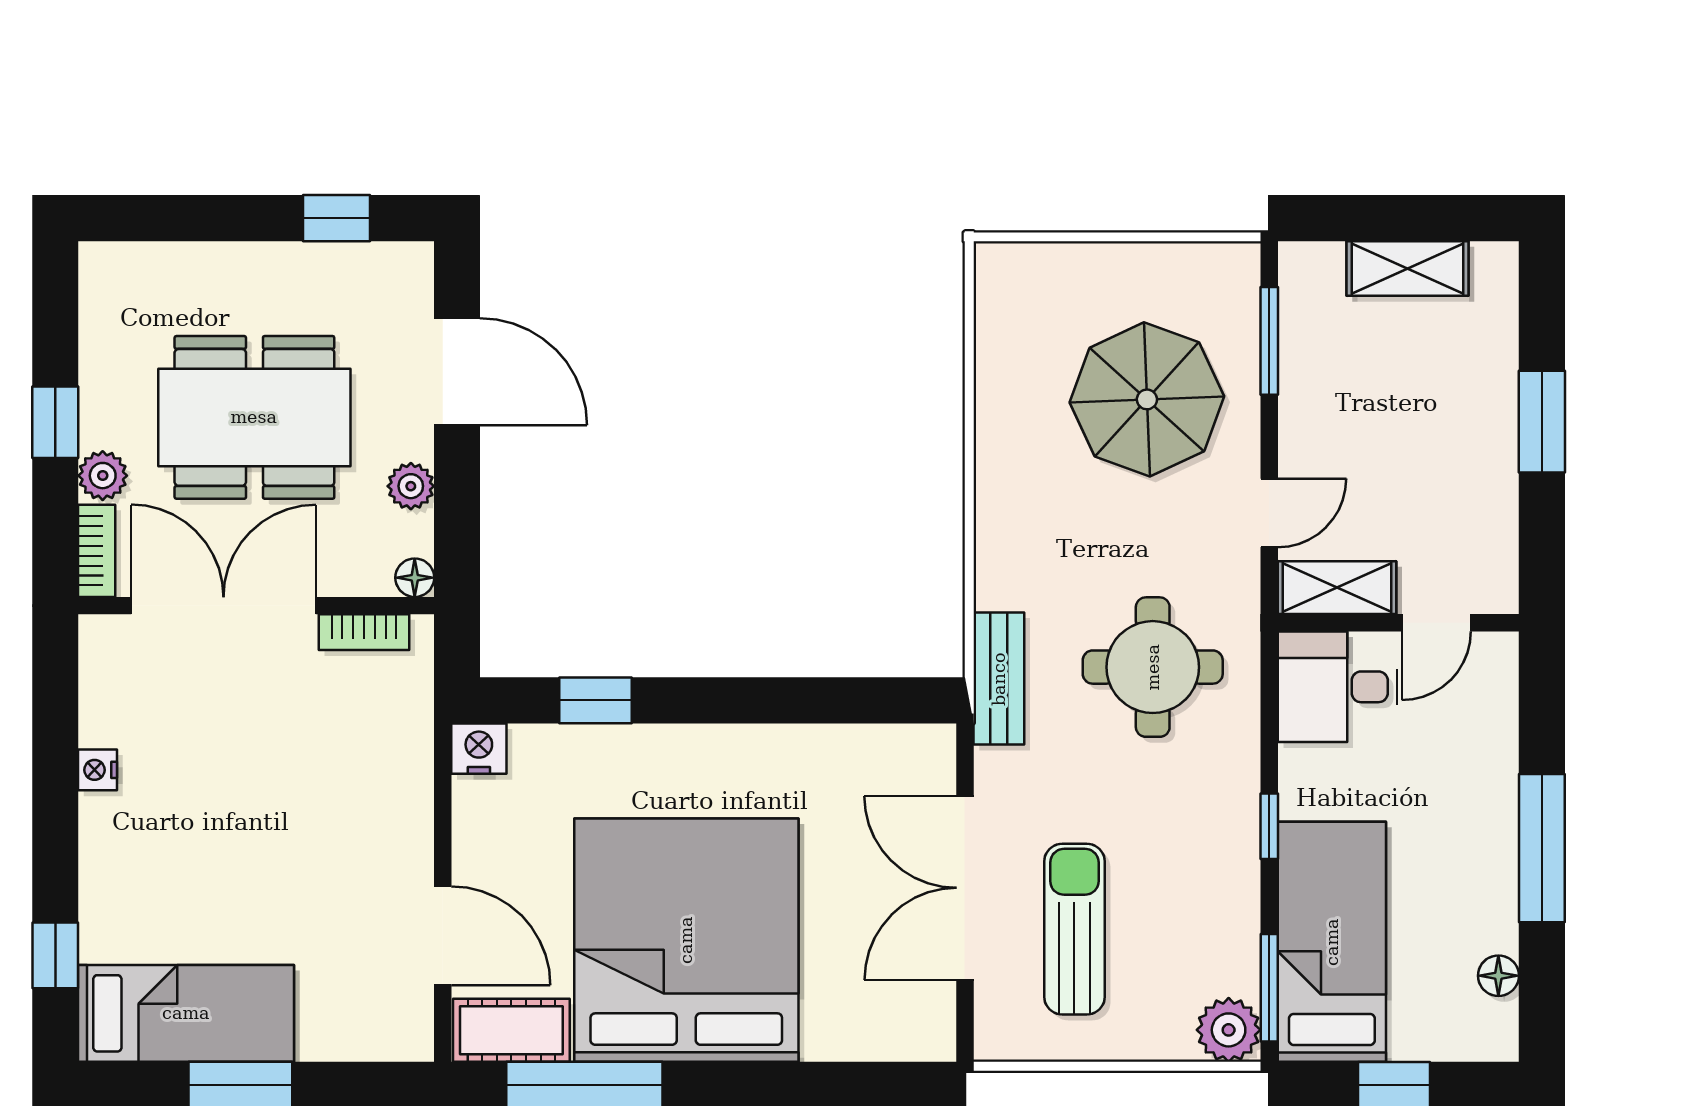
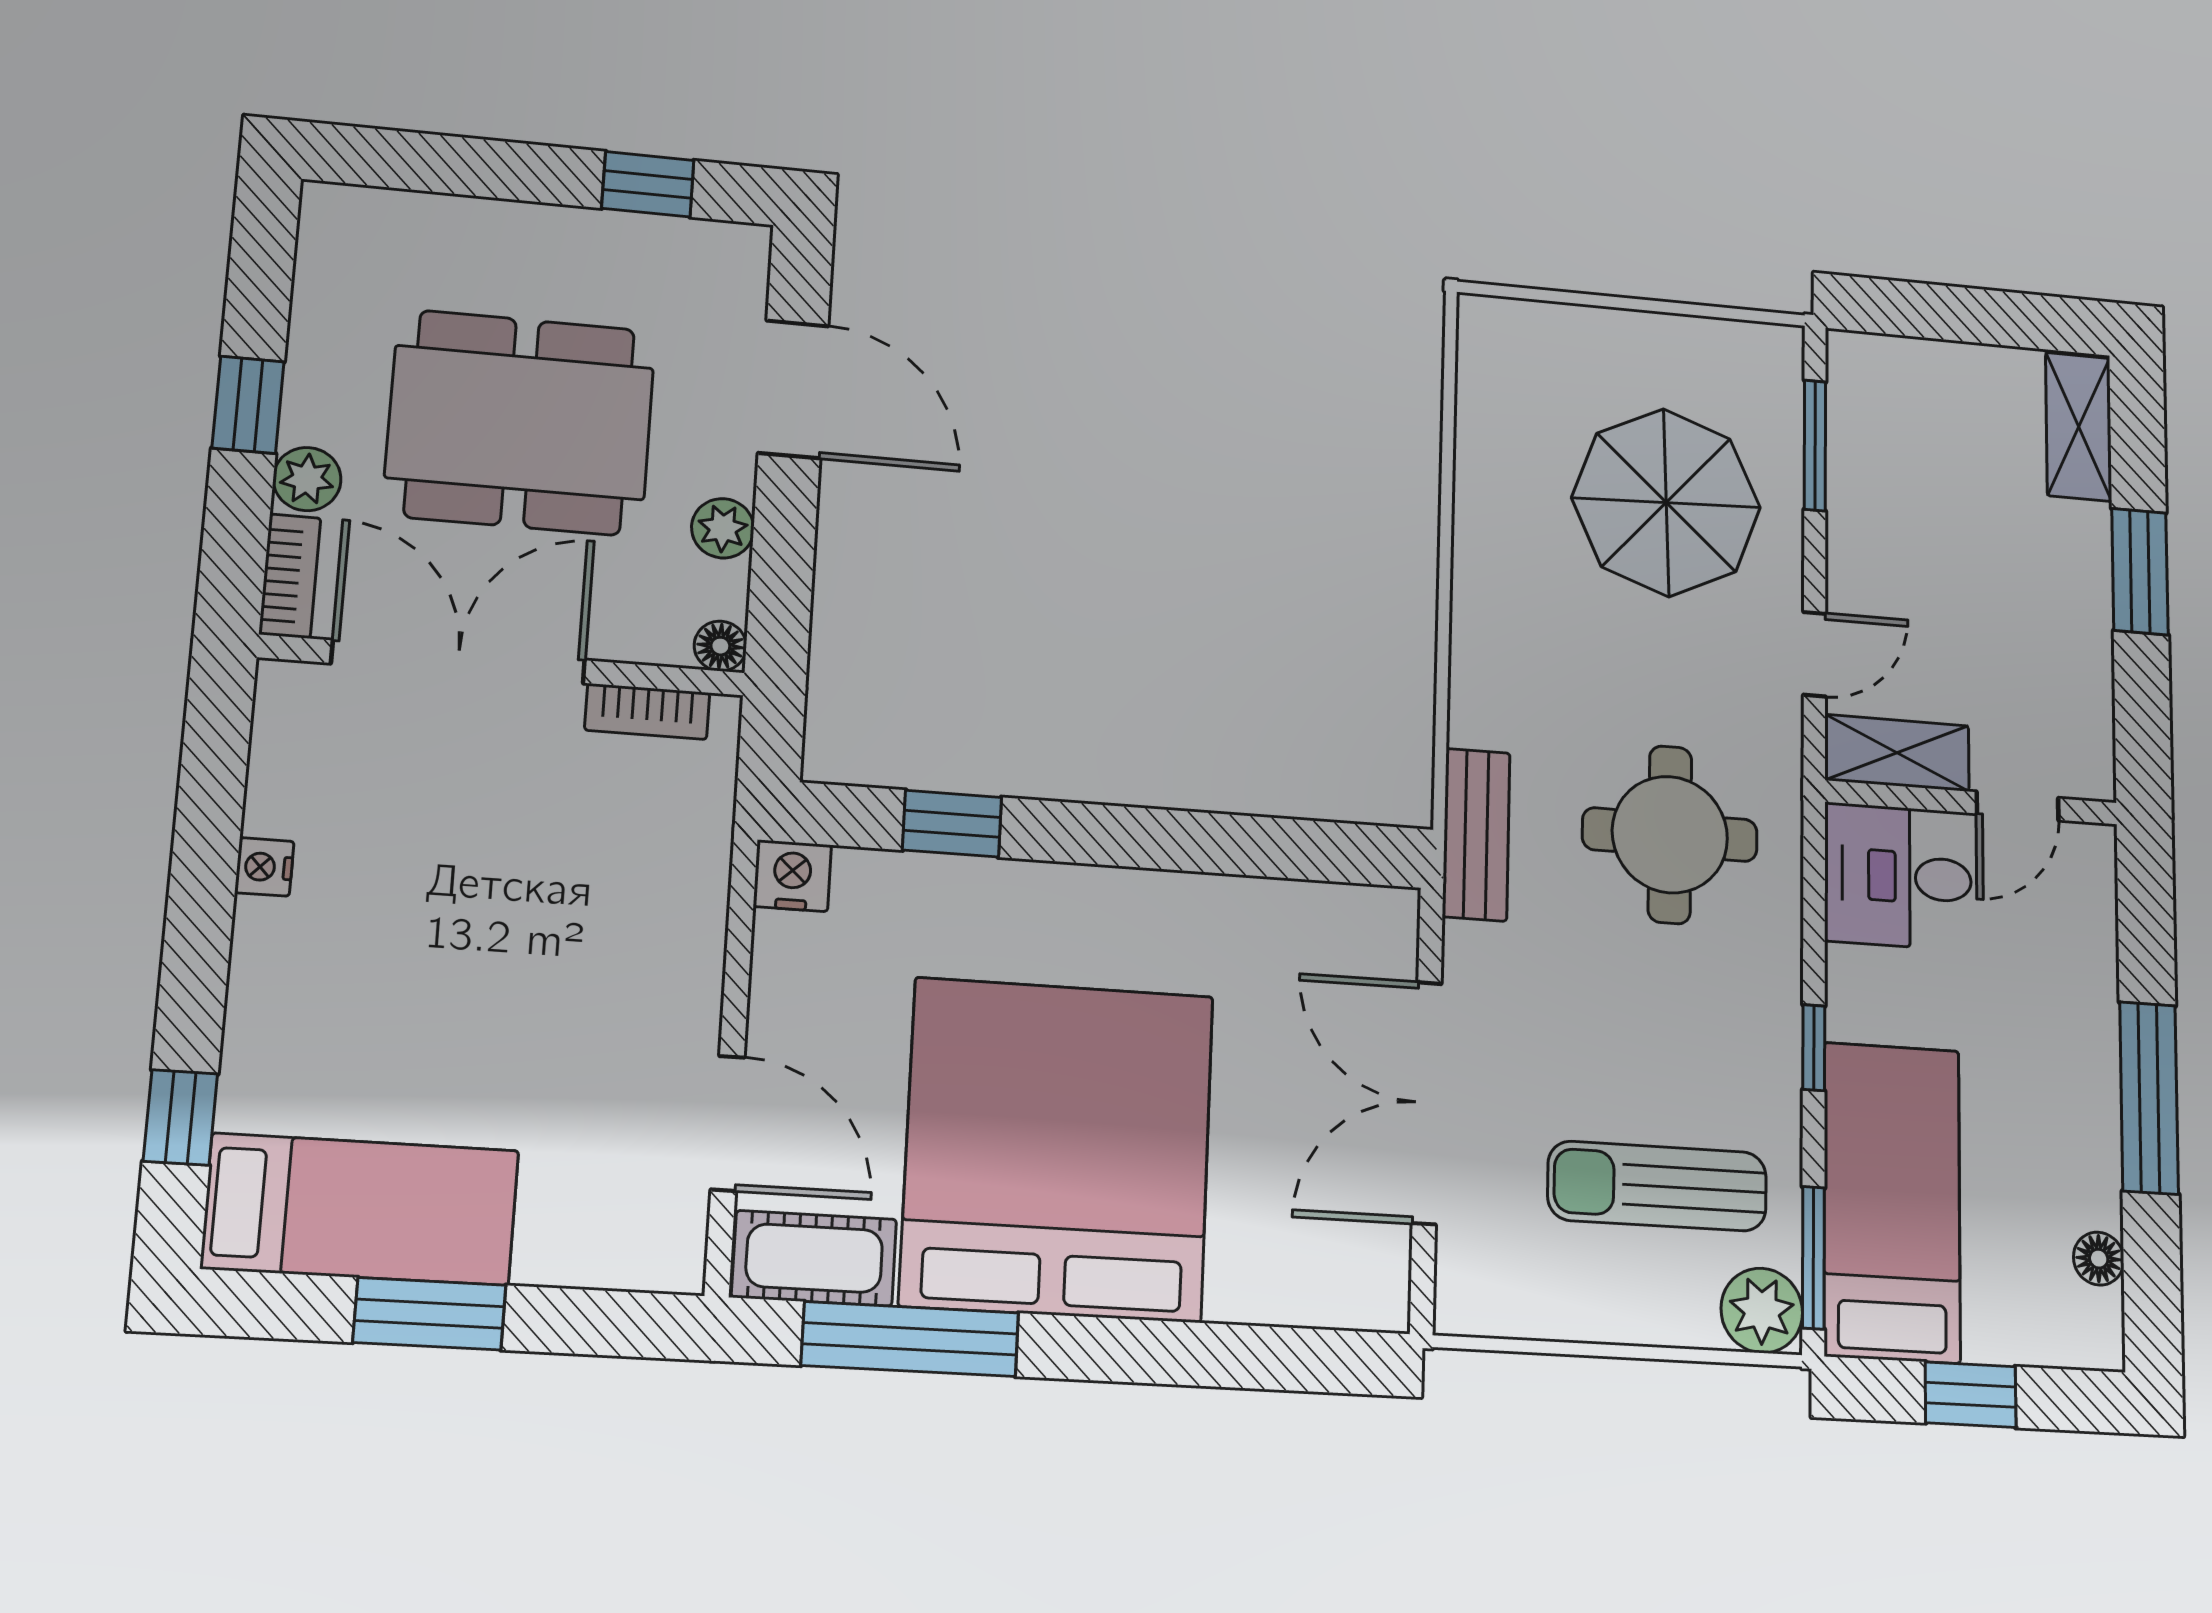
shelving: (1408, 269) -> (2079, 427), moved, turned 90
sun lounger: (1074, 929) -> (1657, 1186), moved, turned -90

